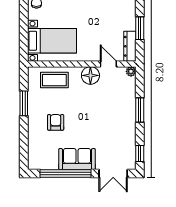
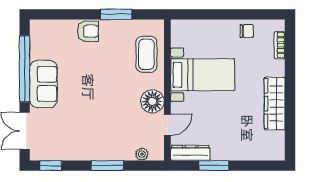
bed with nightstands: (52, 41) -> (203, 75), moved, turned -90
plant: (131, 71) -> (142, 154), moved
armchair: (56, 122) -> (88, 31), moved

